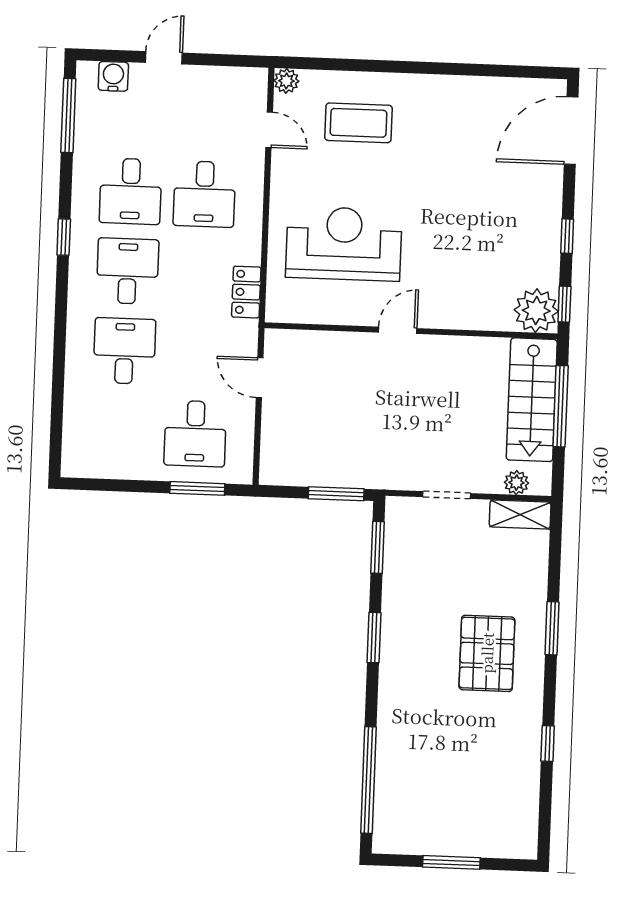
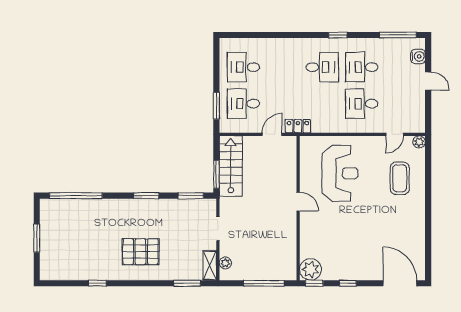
locker: (246, 292) -> (298, 126), moved
desk: (124, 351) -> (243, 67), moved, turned 180
stairs: (532, 400) -> (231, 166), moved, turned 90
window: (552, 628) -> (187, 283), moved

